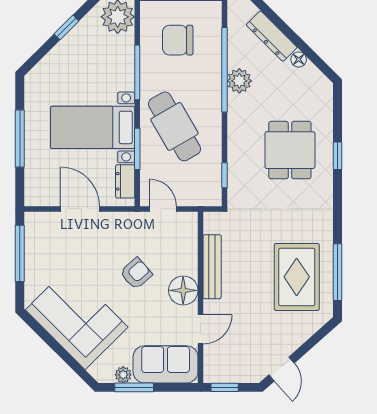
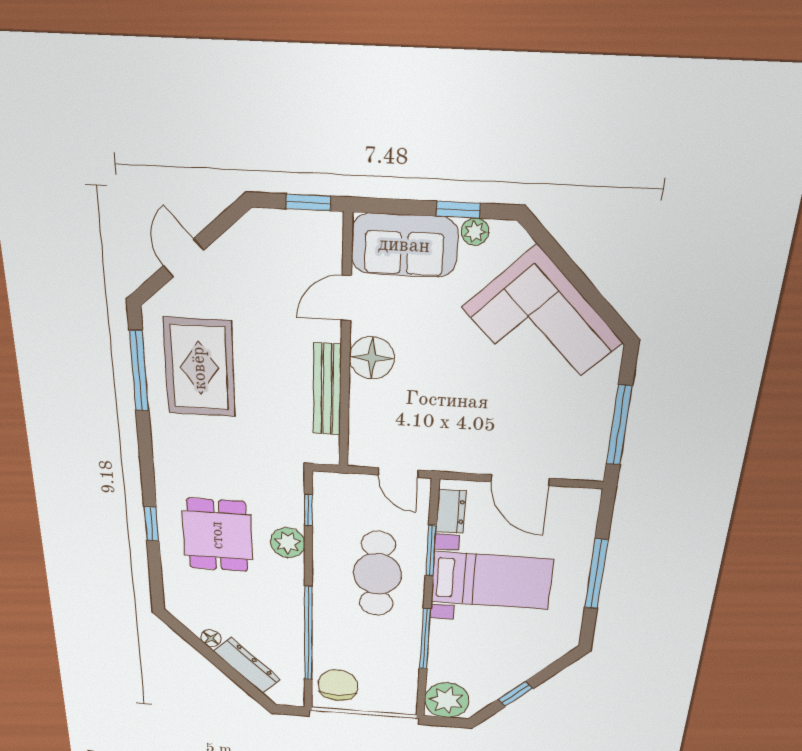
chair: (178, 40) -> (338, 685), moved, turned -90
plant: (239, 81) -> (288, 543), moved
cafe table: (174, 126) -> (377, 574), turned 30
armchair: (136, 273) -> (443, 387), removed
door: (281, 369) -> (183, 258), moved
window: (134, 387) -> (458, 210), width x0.67

